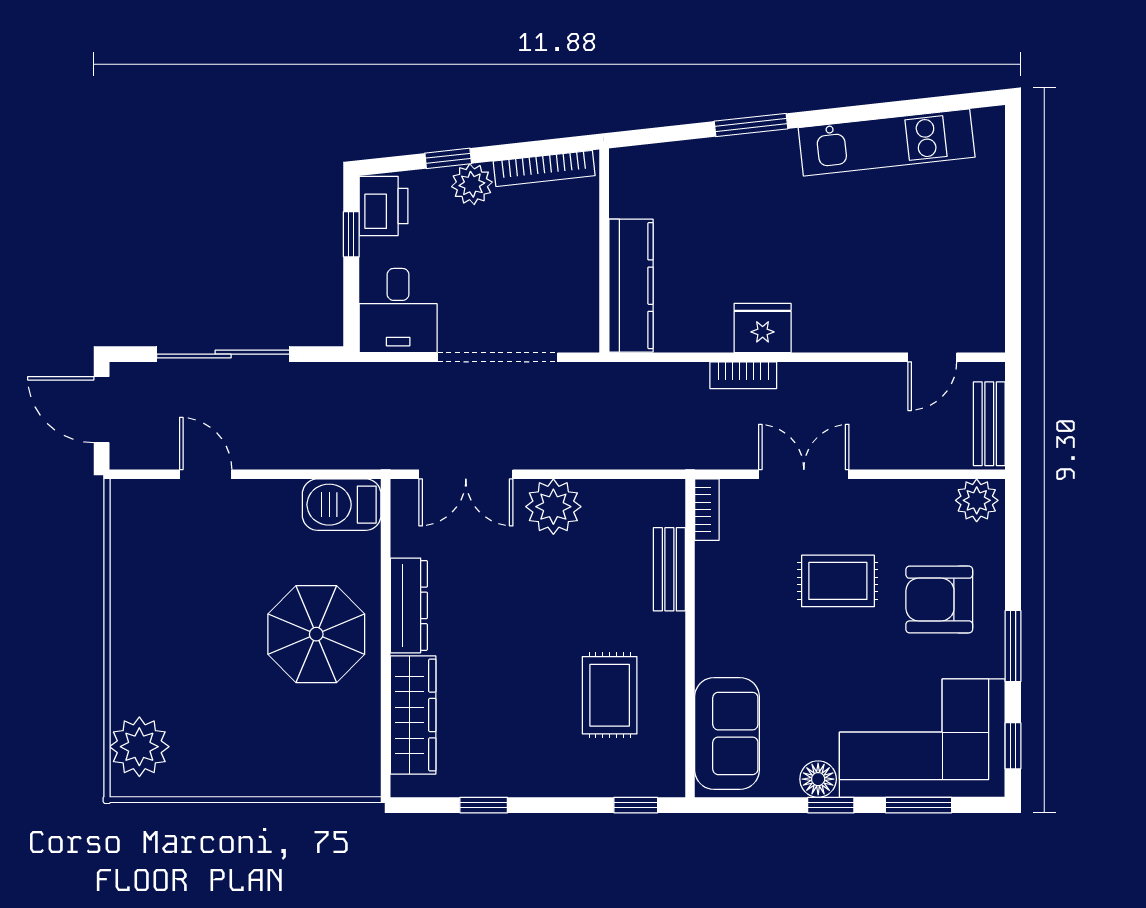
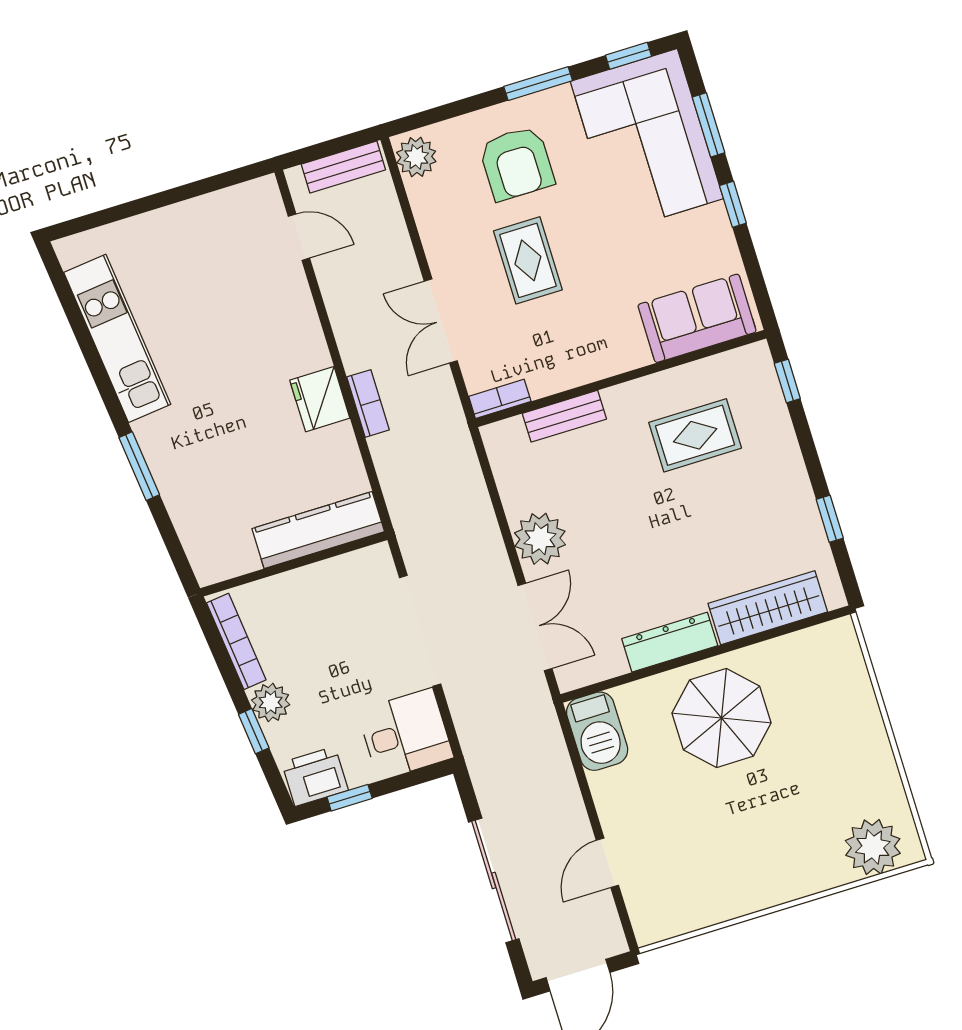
floor lamp: (818, 779) -> (713, 223), removed

